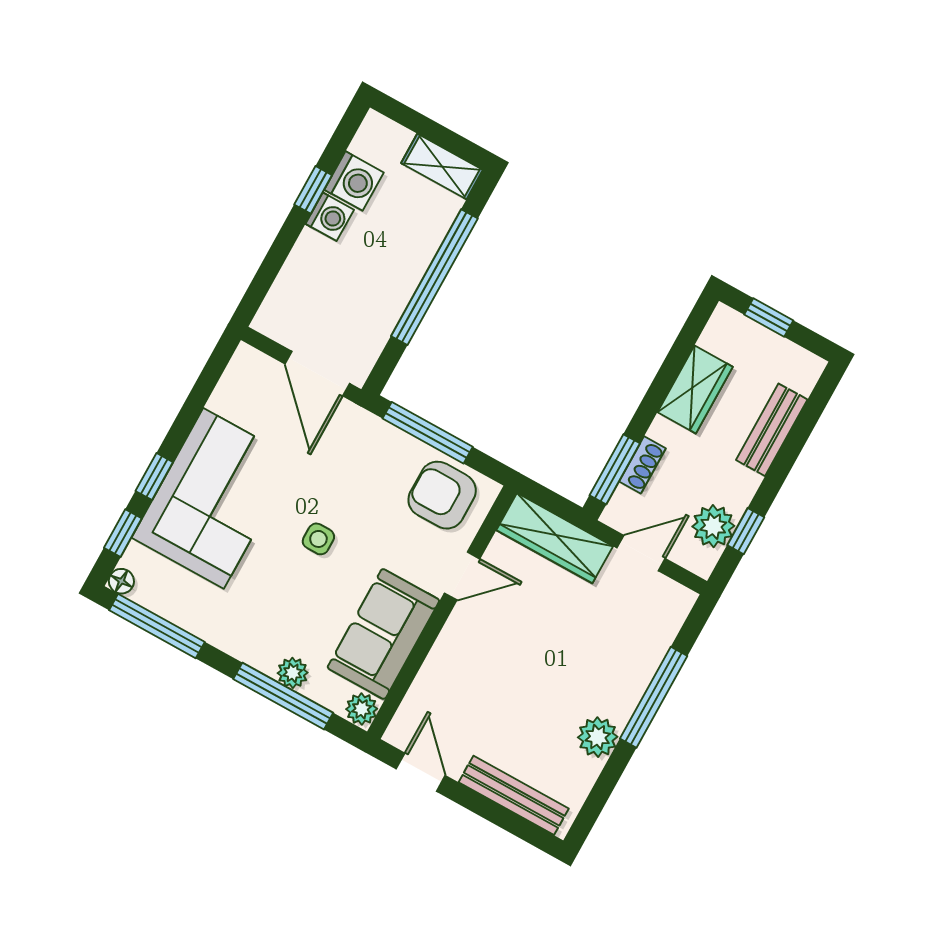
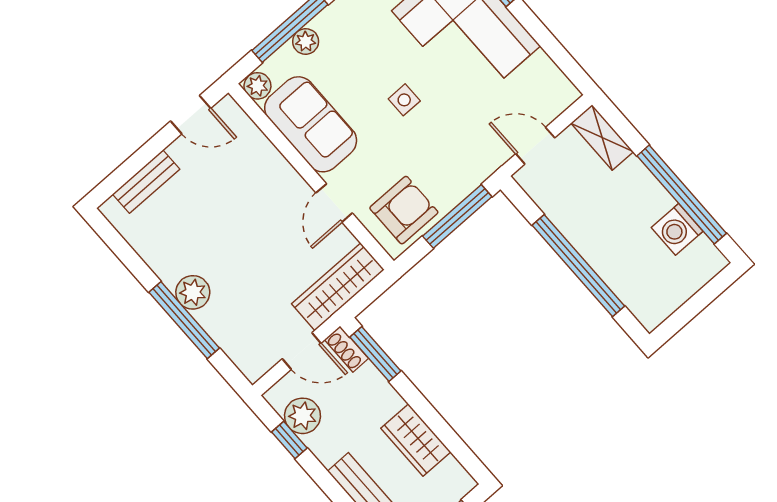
shelving: (442, 166) -> (602, 137), moved, turned 90
window: (313, 190) -> (682, 195), width x3.17
washing machine: (330, 217) -> (656, 200), removed
door: (317, 374) -> (535, 146), width x0.73
shoe rack: (642, 465) -> (346, 349), moved
door: (641, 553) -> (302, 351), hinge flipped
plant: (598, 737) -> (193, 292), moved
bench: (514, 795) -> (146, 182), width x0.73

